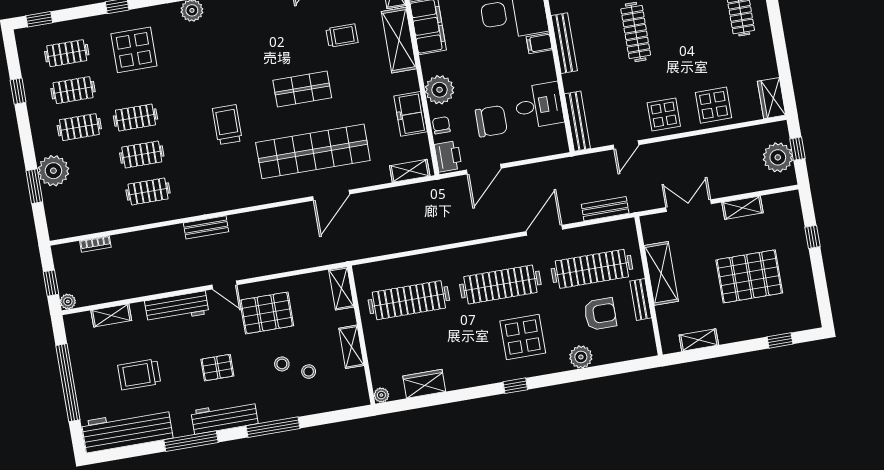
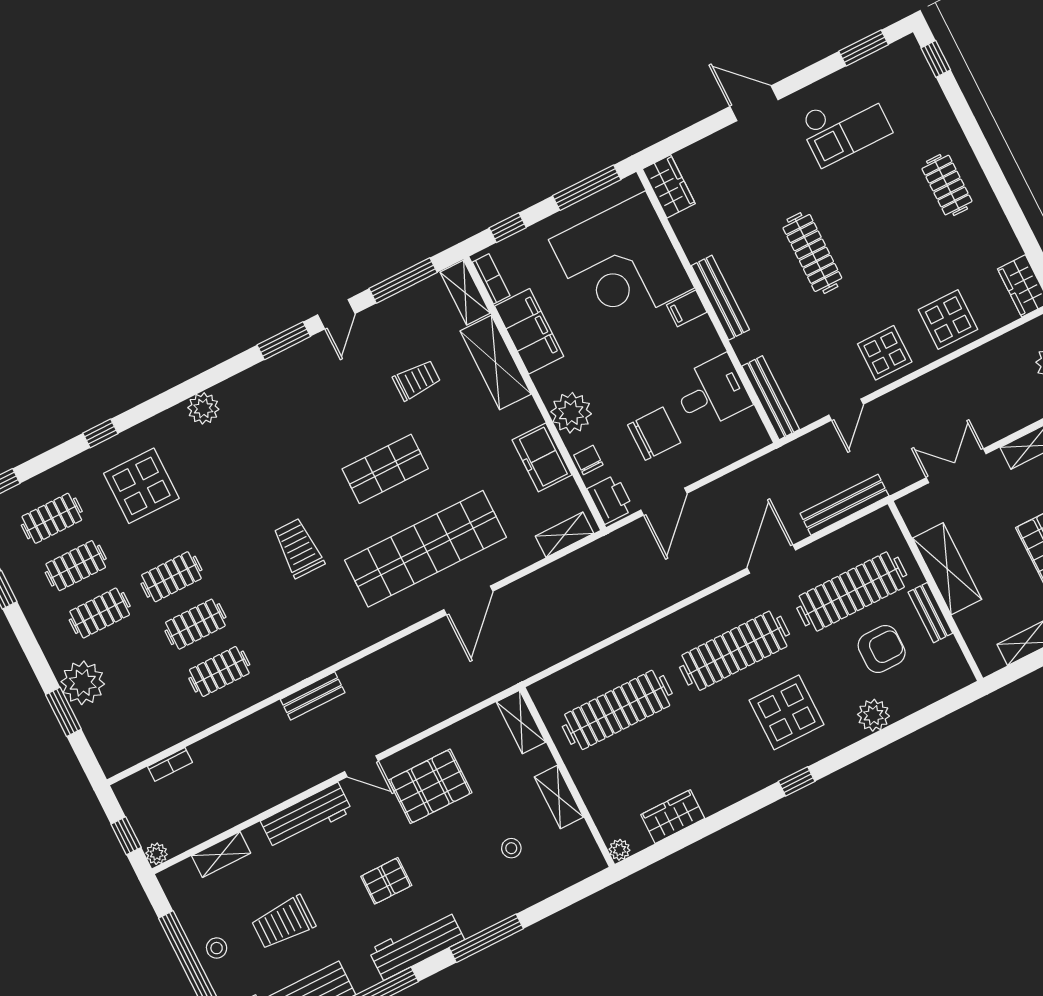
bench: (605, 209) -> (844, 505), width x1.36
stool: (282, 364) -> (217, 948), moved

